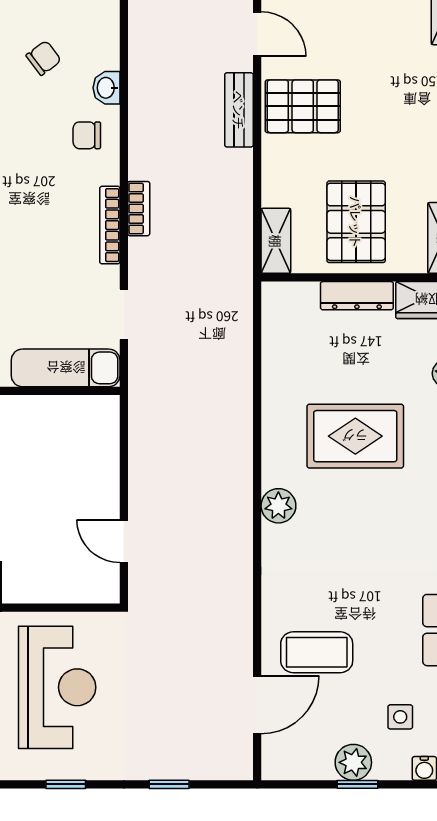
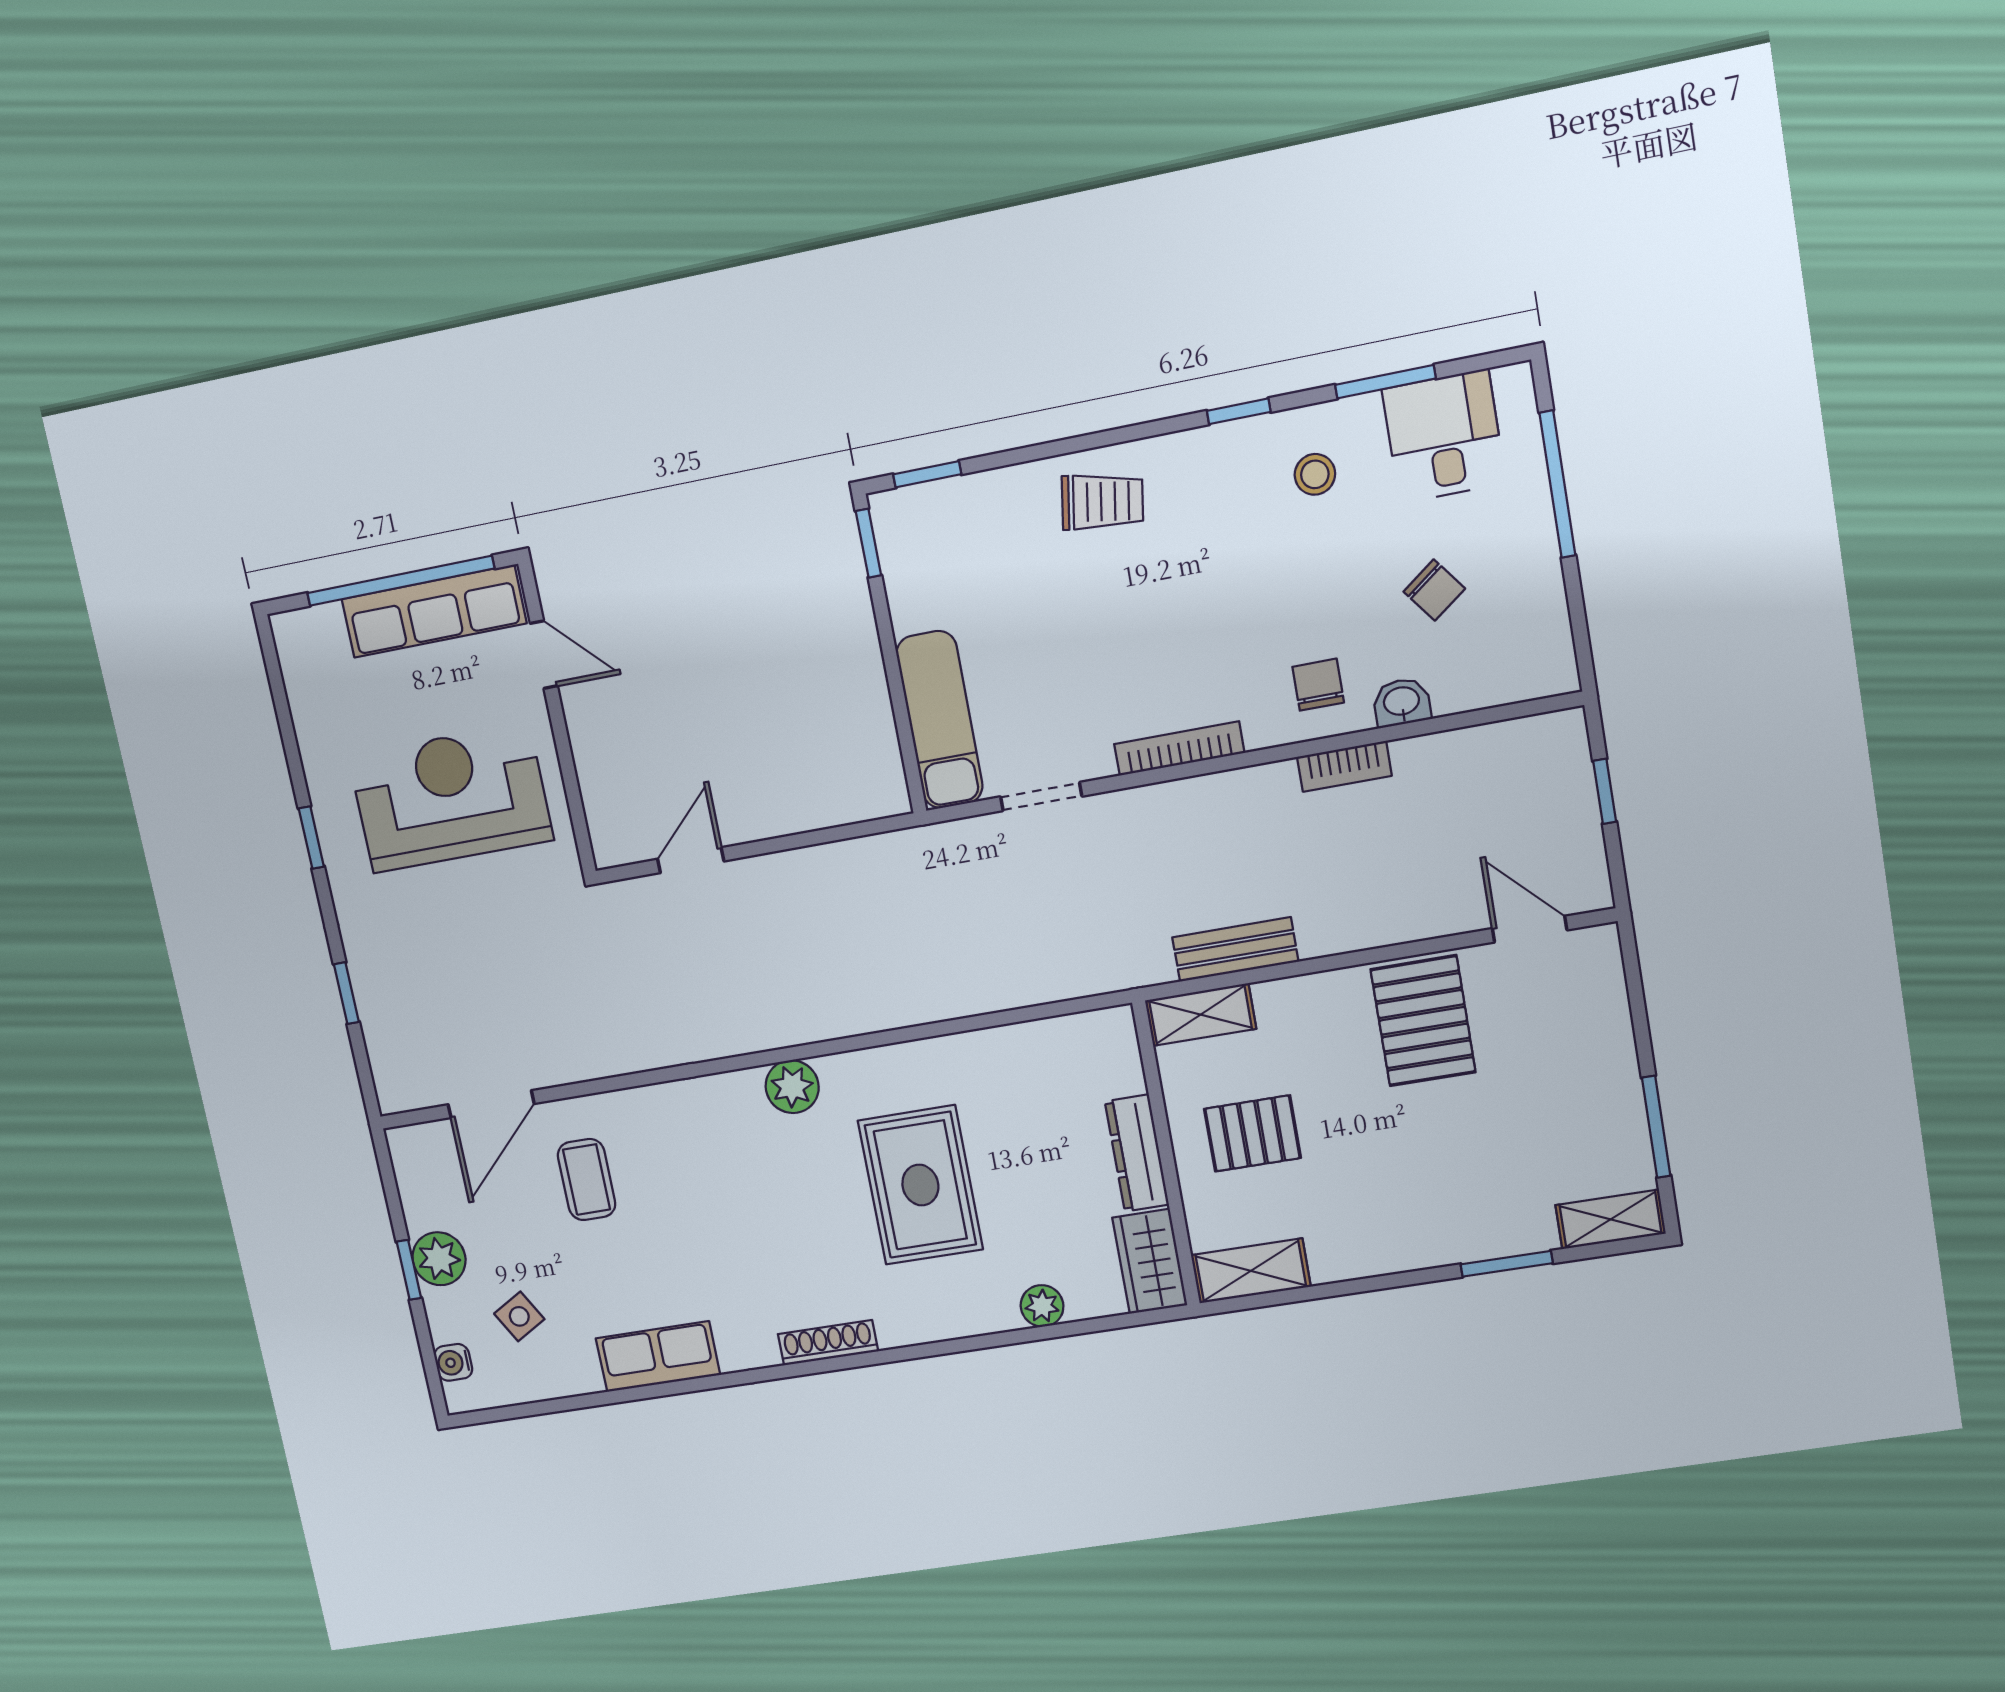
door: (257, 34) -> (1530, 929), swing flipped
bench: (239, 110) -> (1235, 949), moved
bookcase: (139, 209) -> (1344, 766), moved
pallet: (356, 222) -> (1252, 1133), width x0.67, depth x0.71
coffee table: (317, 652) -> (587, 1180), width x0.73, depth x0.77
reception desk: (57, 687) -> (451, 798), turned 180
door: (257, 705) -> (491, 1104), hinge flipped
side table: (400, 717) -> (519, 1316), turned -30

